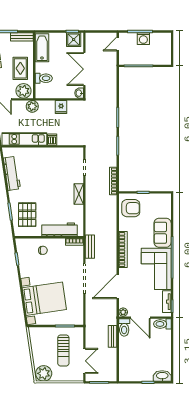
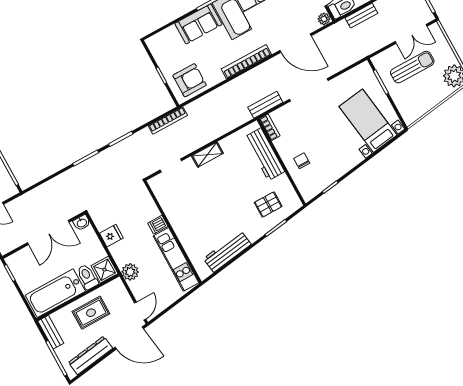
shower: (74, 40) -> (104, 270), moved
bathtub: (42, 48) -> (55, 293), width x1.36, depth x1.36
plant: (24, 91) -> (117, 293), removed
armchair: (131, 208) -> (190, 80), turned 90
pallet: (27, 215) -> (268, 204), width x0.67, depth x0.71
bed with nightstands: (44, 299) -> (368, 121), width x0.73
double door: (84, 361) -> (411, 34), swing flipped

